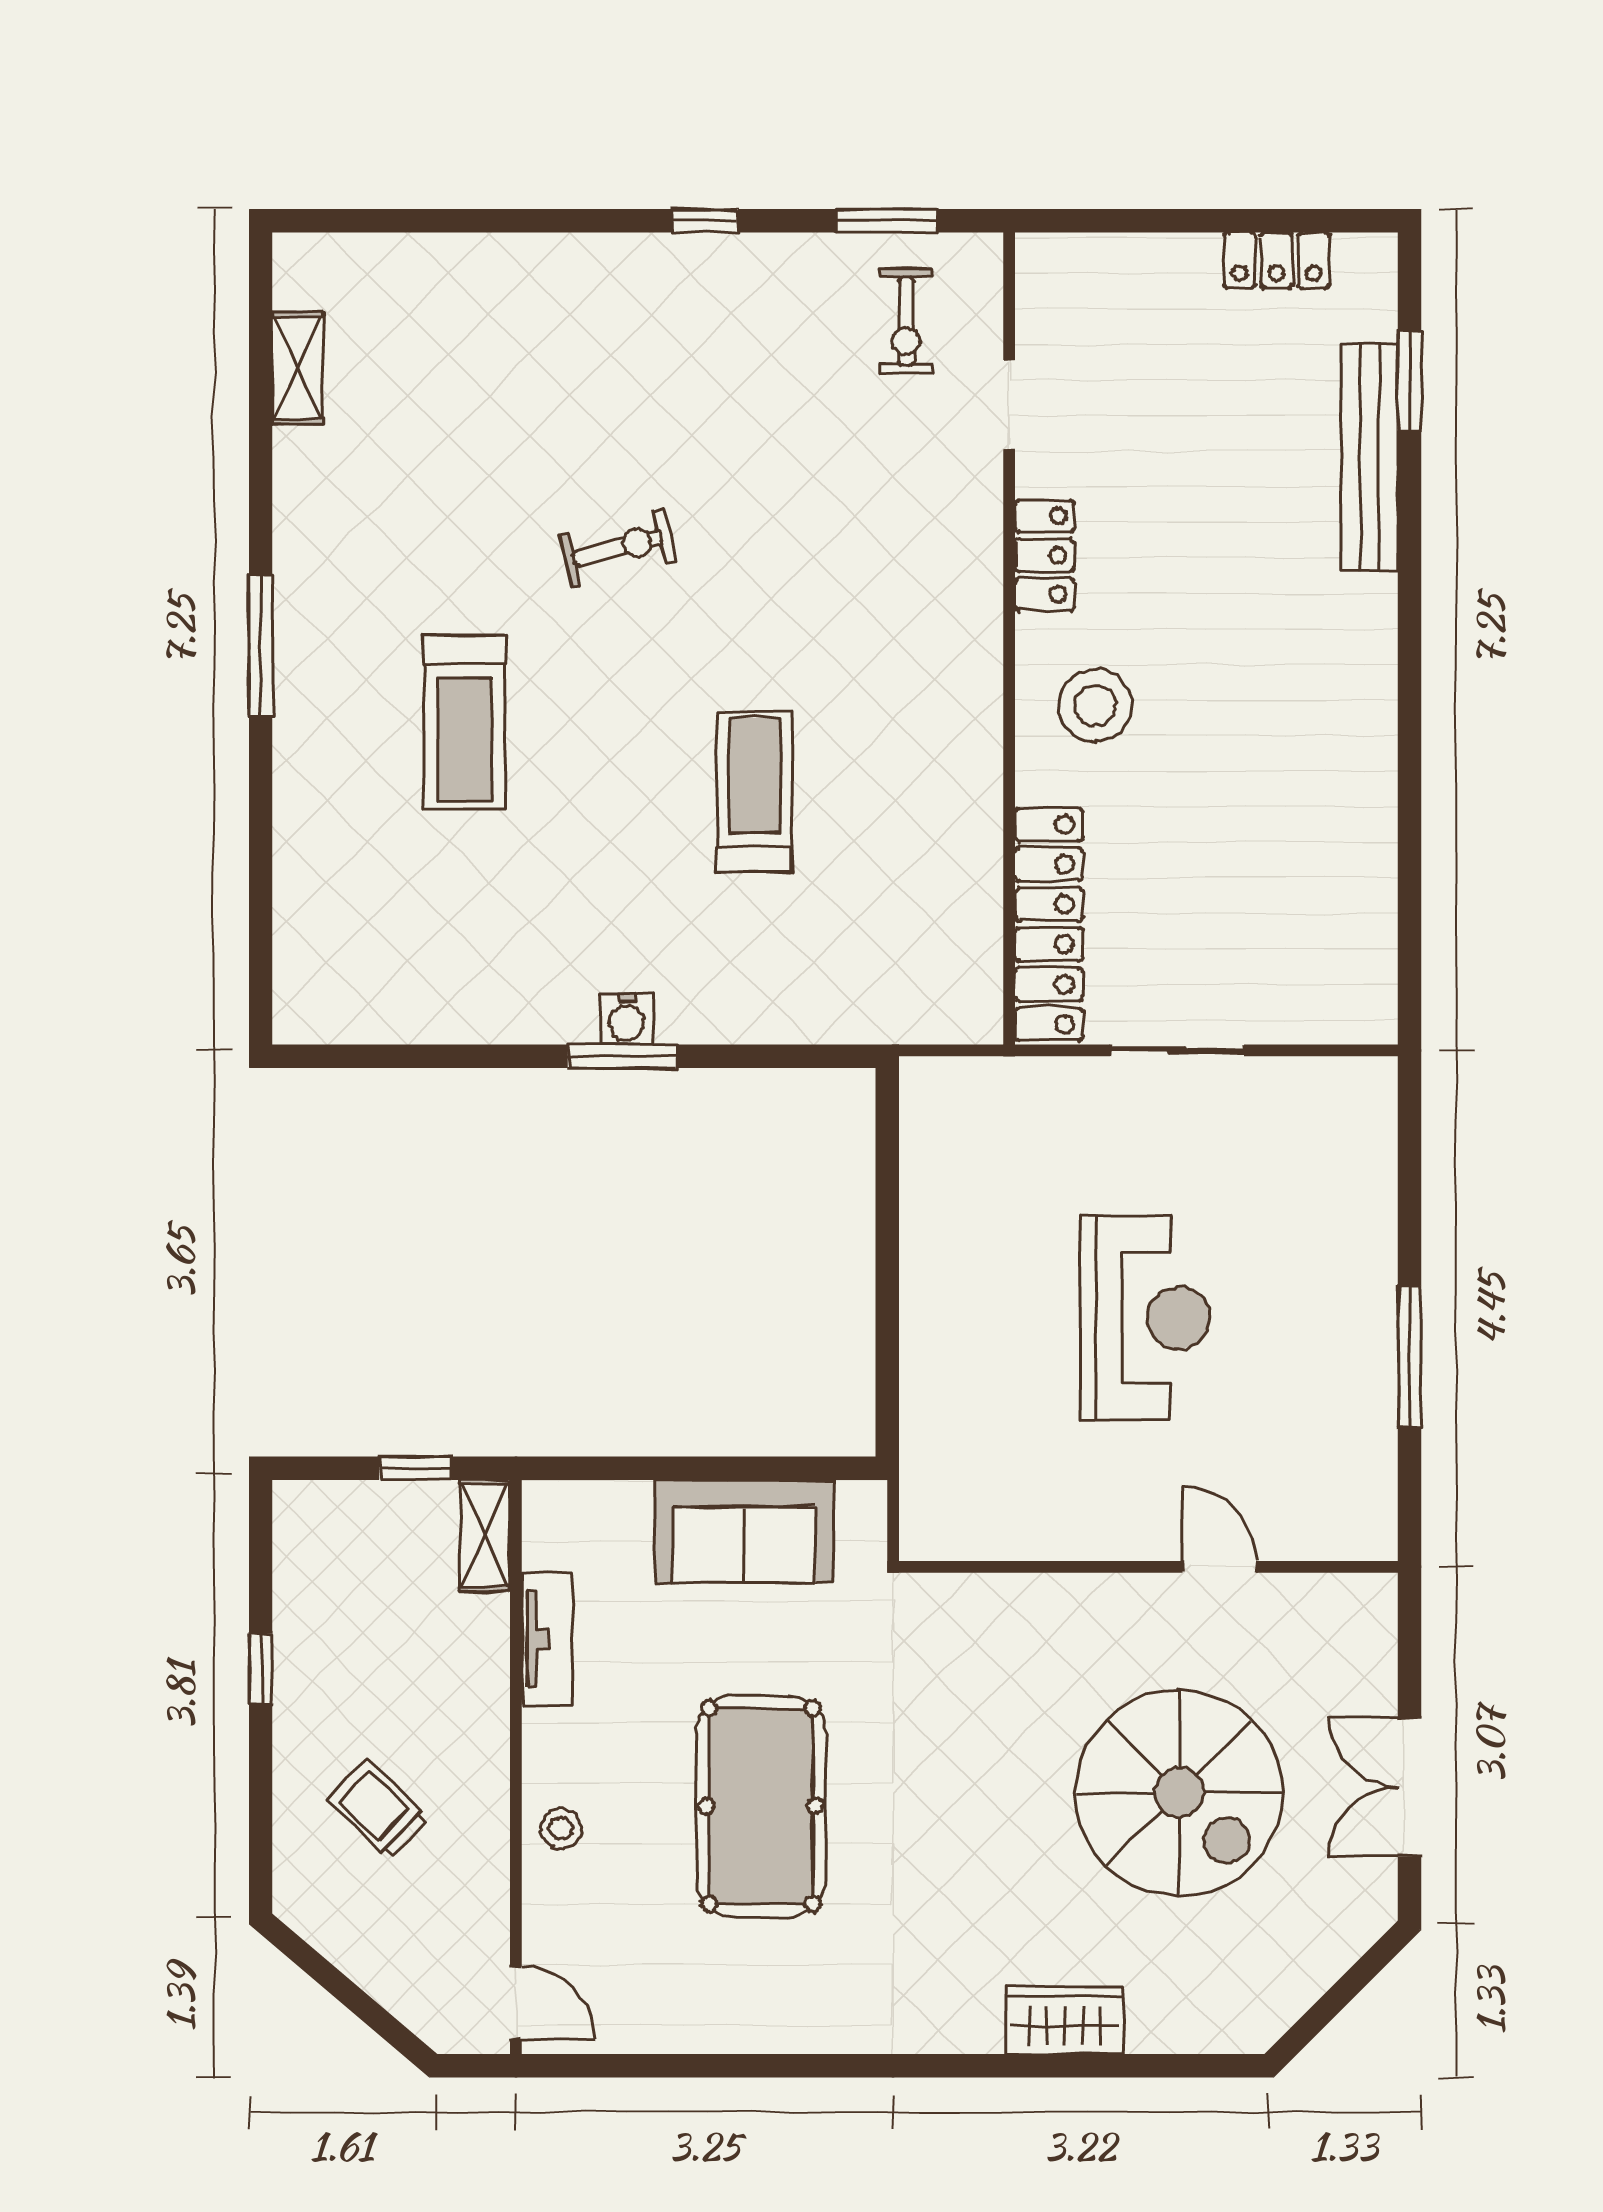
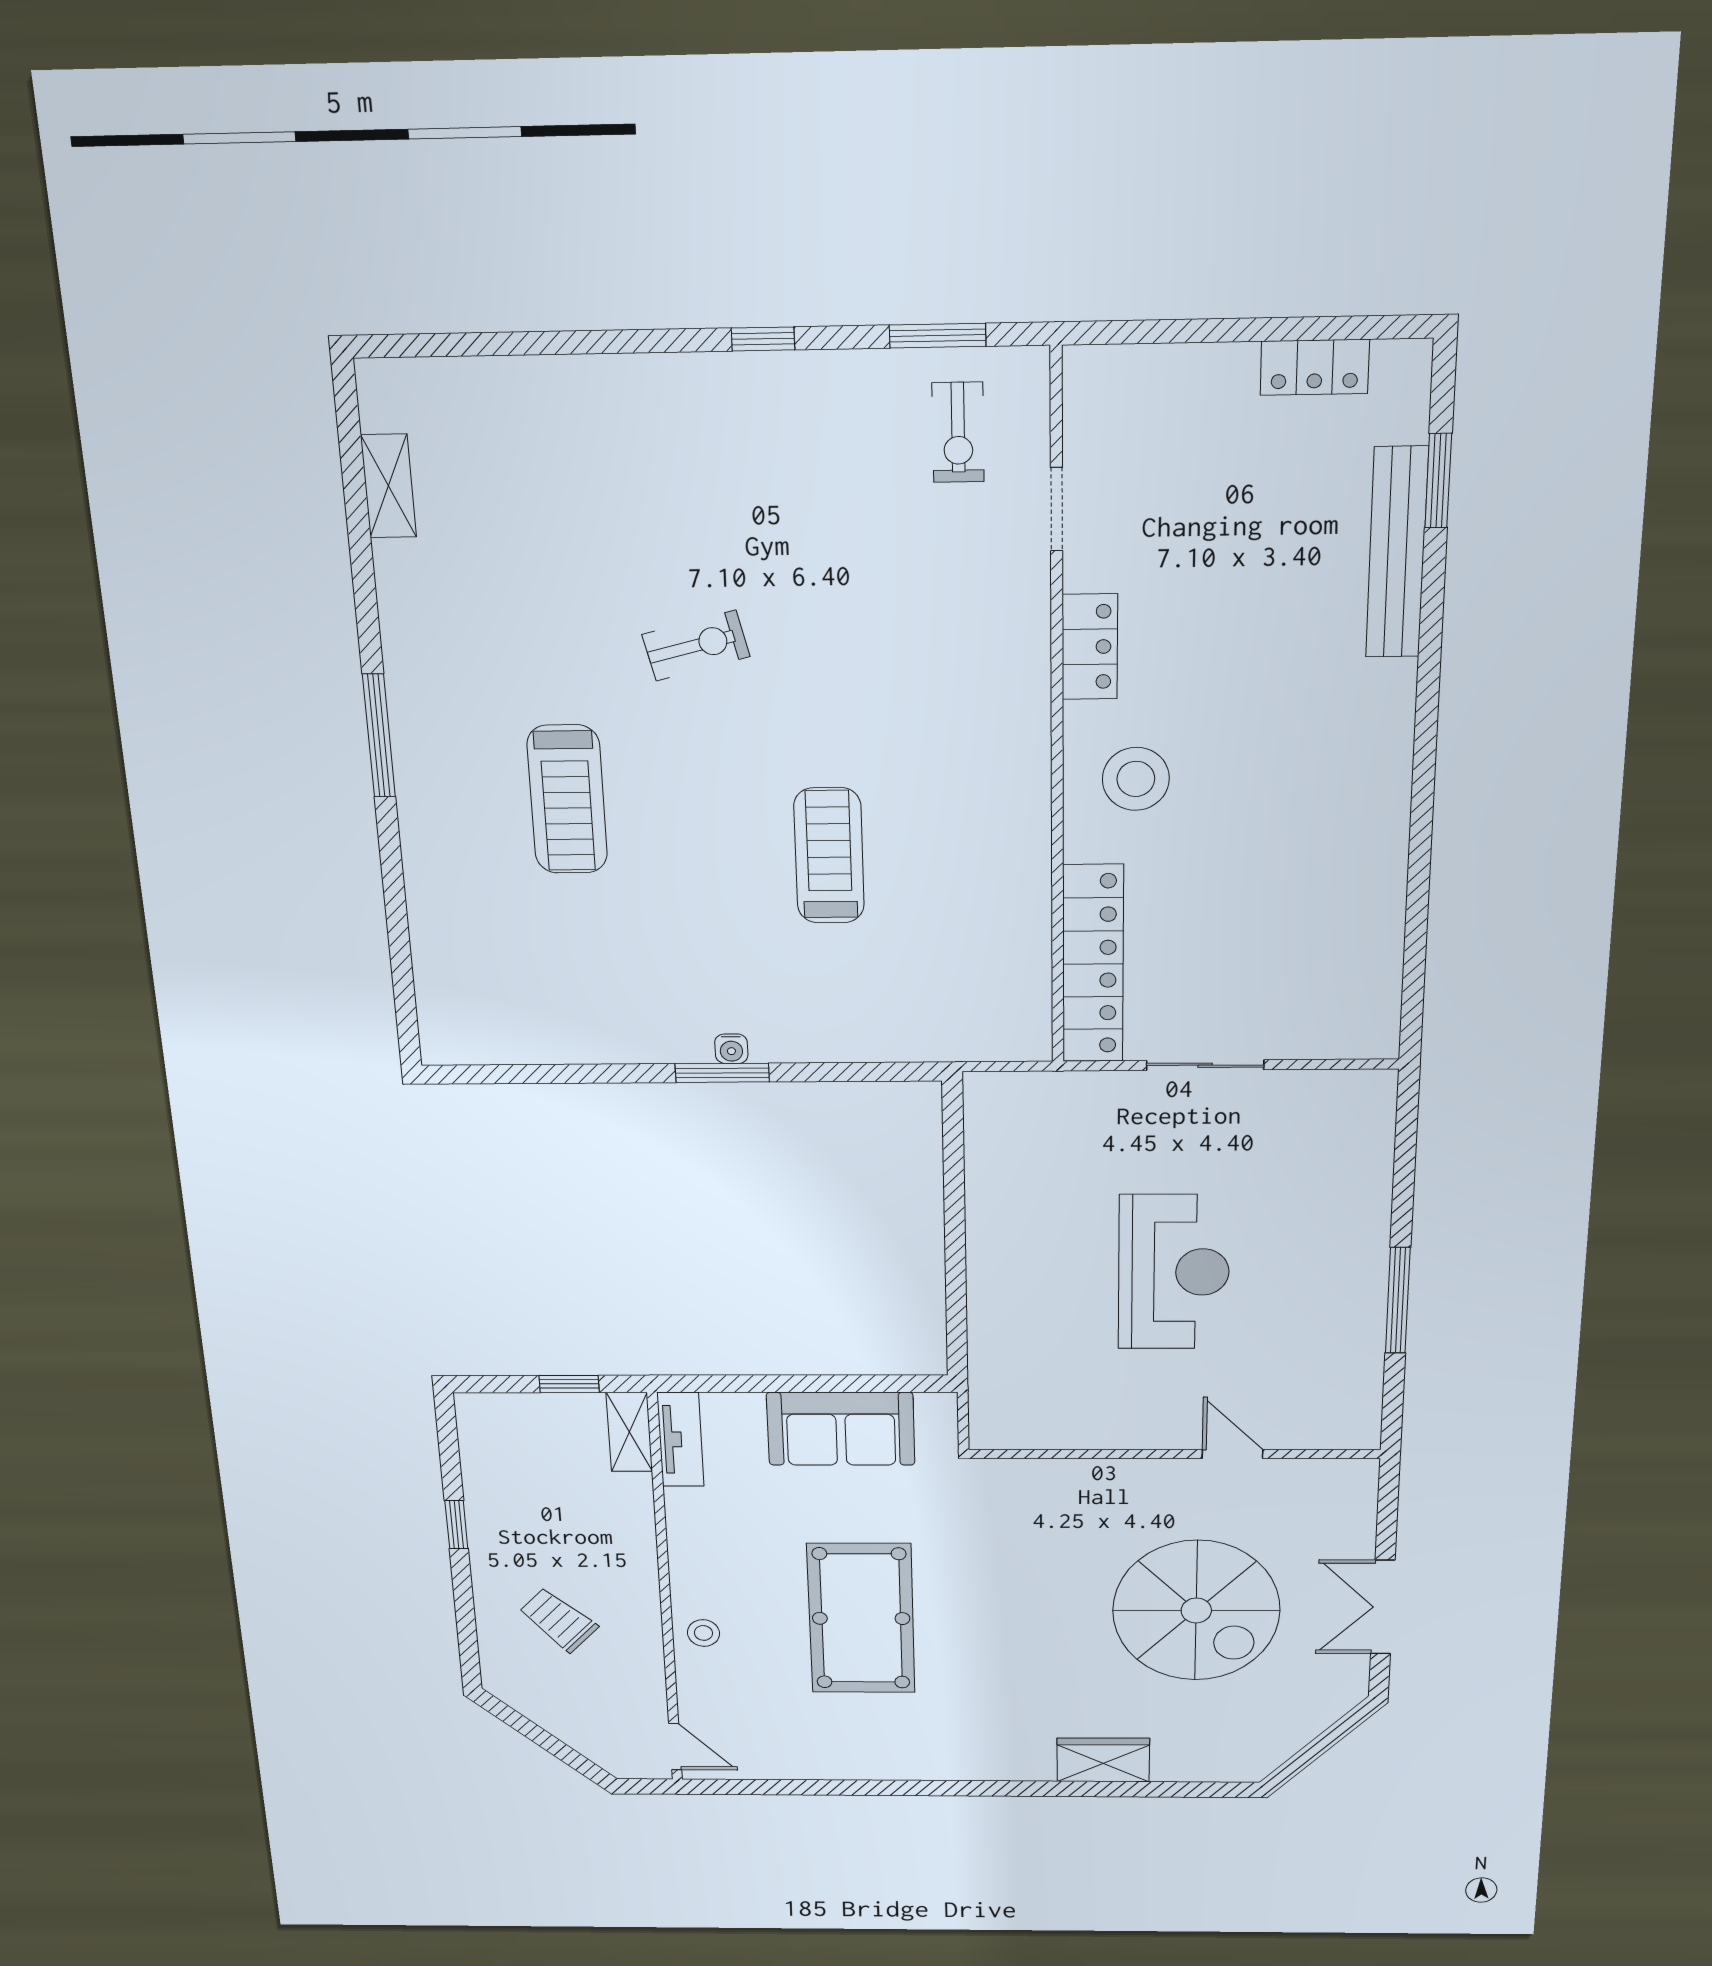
water cooler: (627, 1019) -> (731, 1049), width x0.72, depth x0.72
tv unit: (547, 1639) -> (680, 1439), moved

